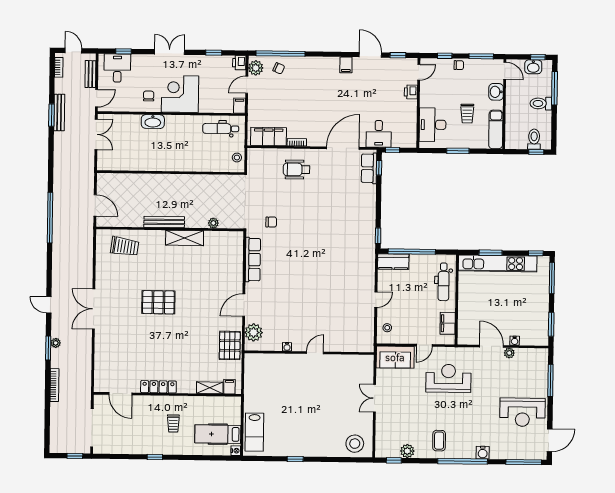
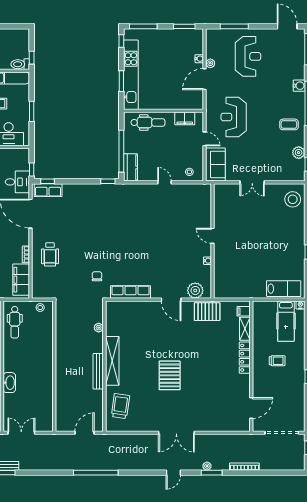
toilet: (534, 139) -> (20, 64), moved
window: (536, 152) -> (32, 58), moved
shelving: (185, 238) -> (112, 361), width x1.47
locker: (158, 387) -> (245, 358), moved
reception desk: (522, 412) -> (248, 56), moved

